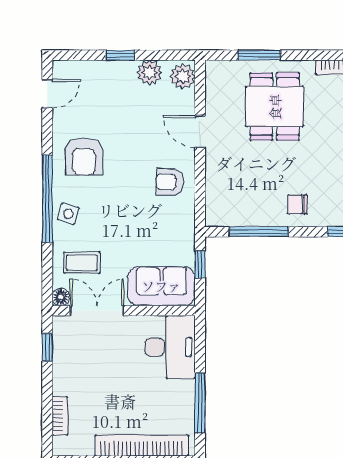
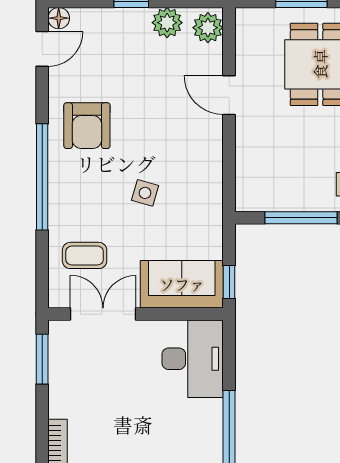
armchair: (170, 182) -> (192, 157), removed
side table: (68, 214) -> (145, 193), moved
window: (200, 264) -> (229, 282), moved
floor lamp: (61, 297) -> (59, 18), moved
window: (47, 347) -> (42, 359), width x1.50

